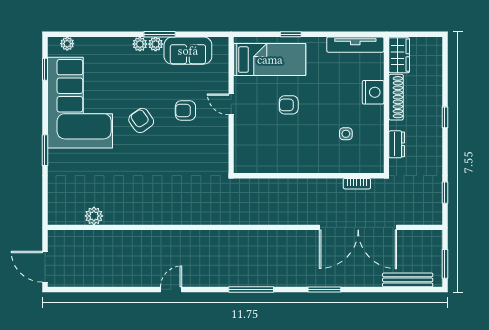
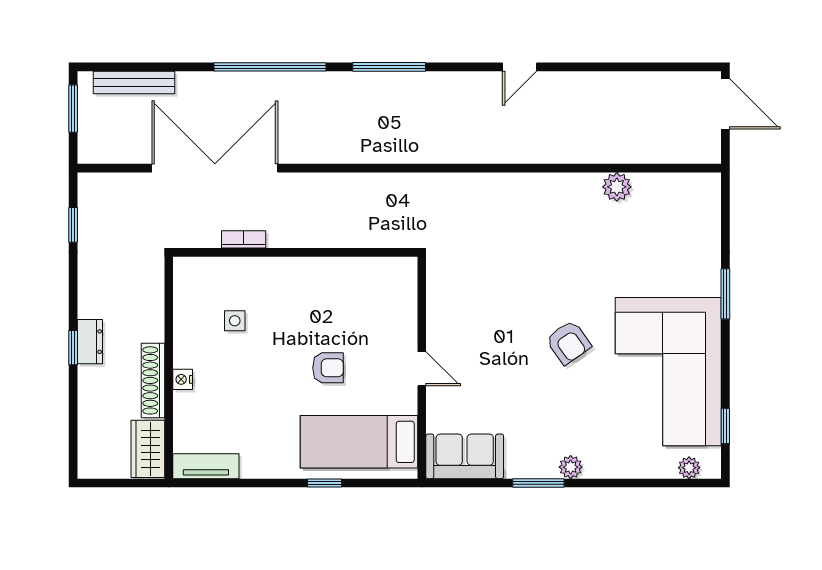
plant: (156, 44) -> (545, 467), removed
tv unit: (355, 45) -> (206, 466), width x0.71
sofa: (188, 51) -> (465, 456), moved
nightstand: (373, 92) -> (183, 379), width x0.53, depth x0.56
armchair: (185, 111) -> (496, 359), removed
dresser: (397, 144) -> (90, 342), moved, turned 180
bookcase: (357, 184) -> (244, 239), moved
plant: (94, 216) -> (617, 187), moved
window: (324, 289) -> (270, 67), width x2.11

